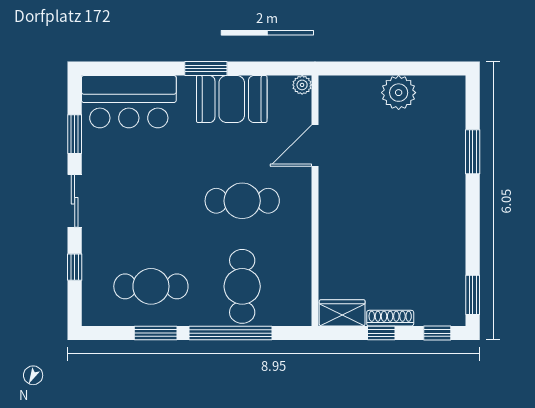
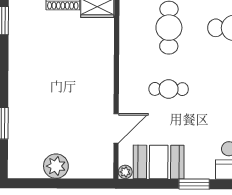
booth: (232, 99) -> (159, 162), moved
cafe table: (242, 201) -> (169, 89), width x0.73, depth x0.74

